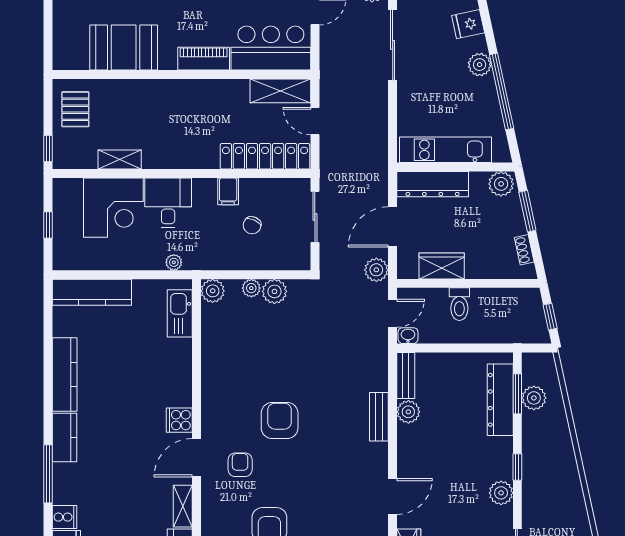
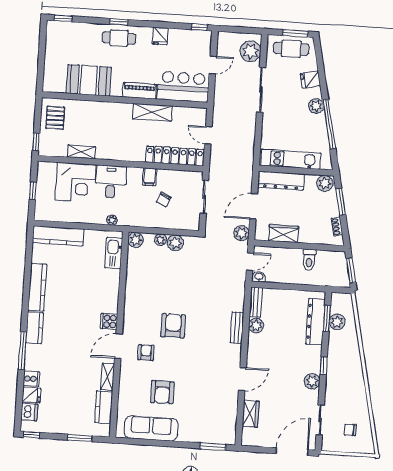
shelving: (280, 91) -> (152, 112), moved
toilet: (459, 304) -> (309, 260), moved
window: (550, 317) -> (351, 270), width x1.50

